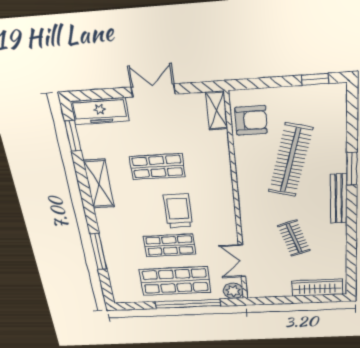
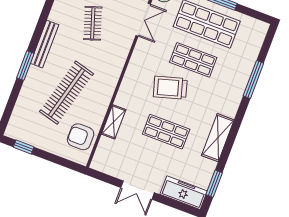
shelving: (217, 110) -> (114, 122), moved
trolley: (178, 211) -> (170, 88), turned 74

